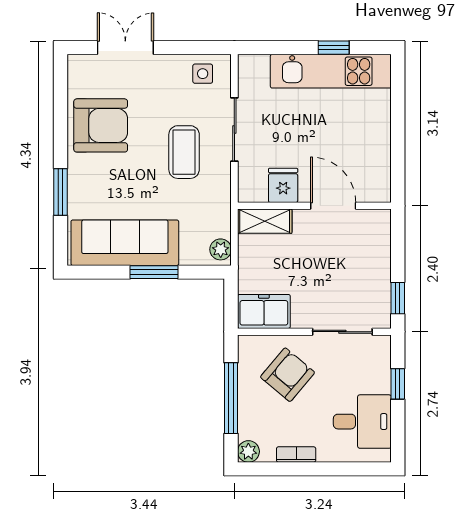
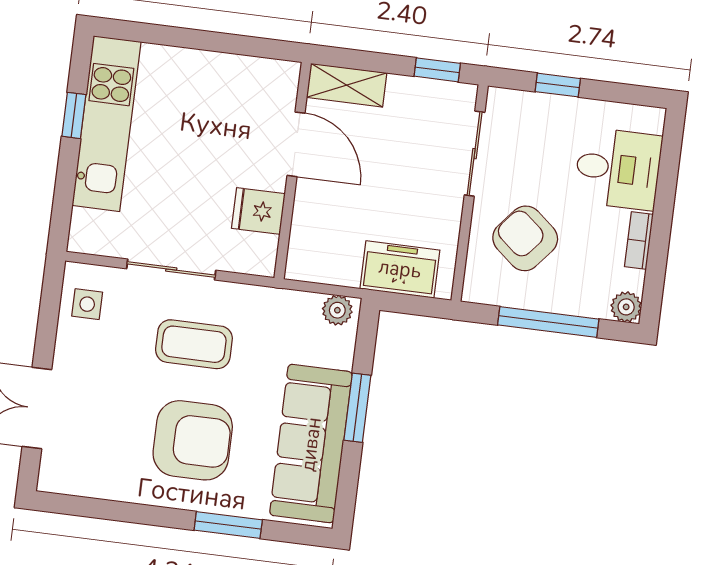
armchair: (101, 125) -> (193, 440), moved, turned 90
door: (333, 206) -> (296, 144), swing flipped
shelving: (265, 221) -> (347, 85), moved, turned 90
freezer: (264, 311) -> (400, 269), moved, turned 90
desk: (362, 422) -> (618, 169), moved, turned 90

